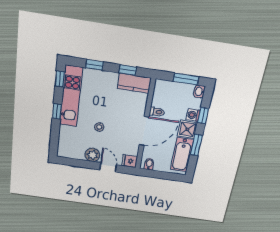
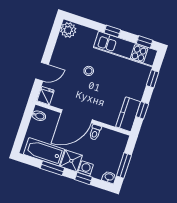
door: (144, 131) -> (77, 116), hinge flipped
plant: (92, 155) -> (68, 30), moved

